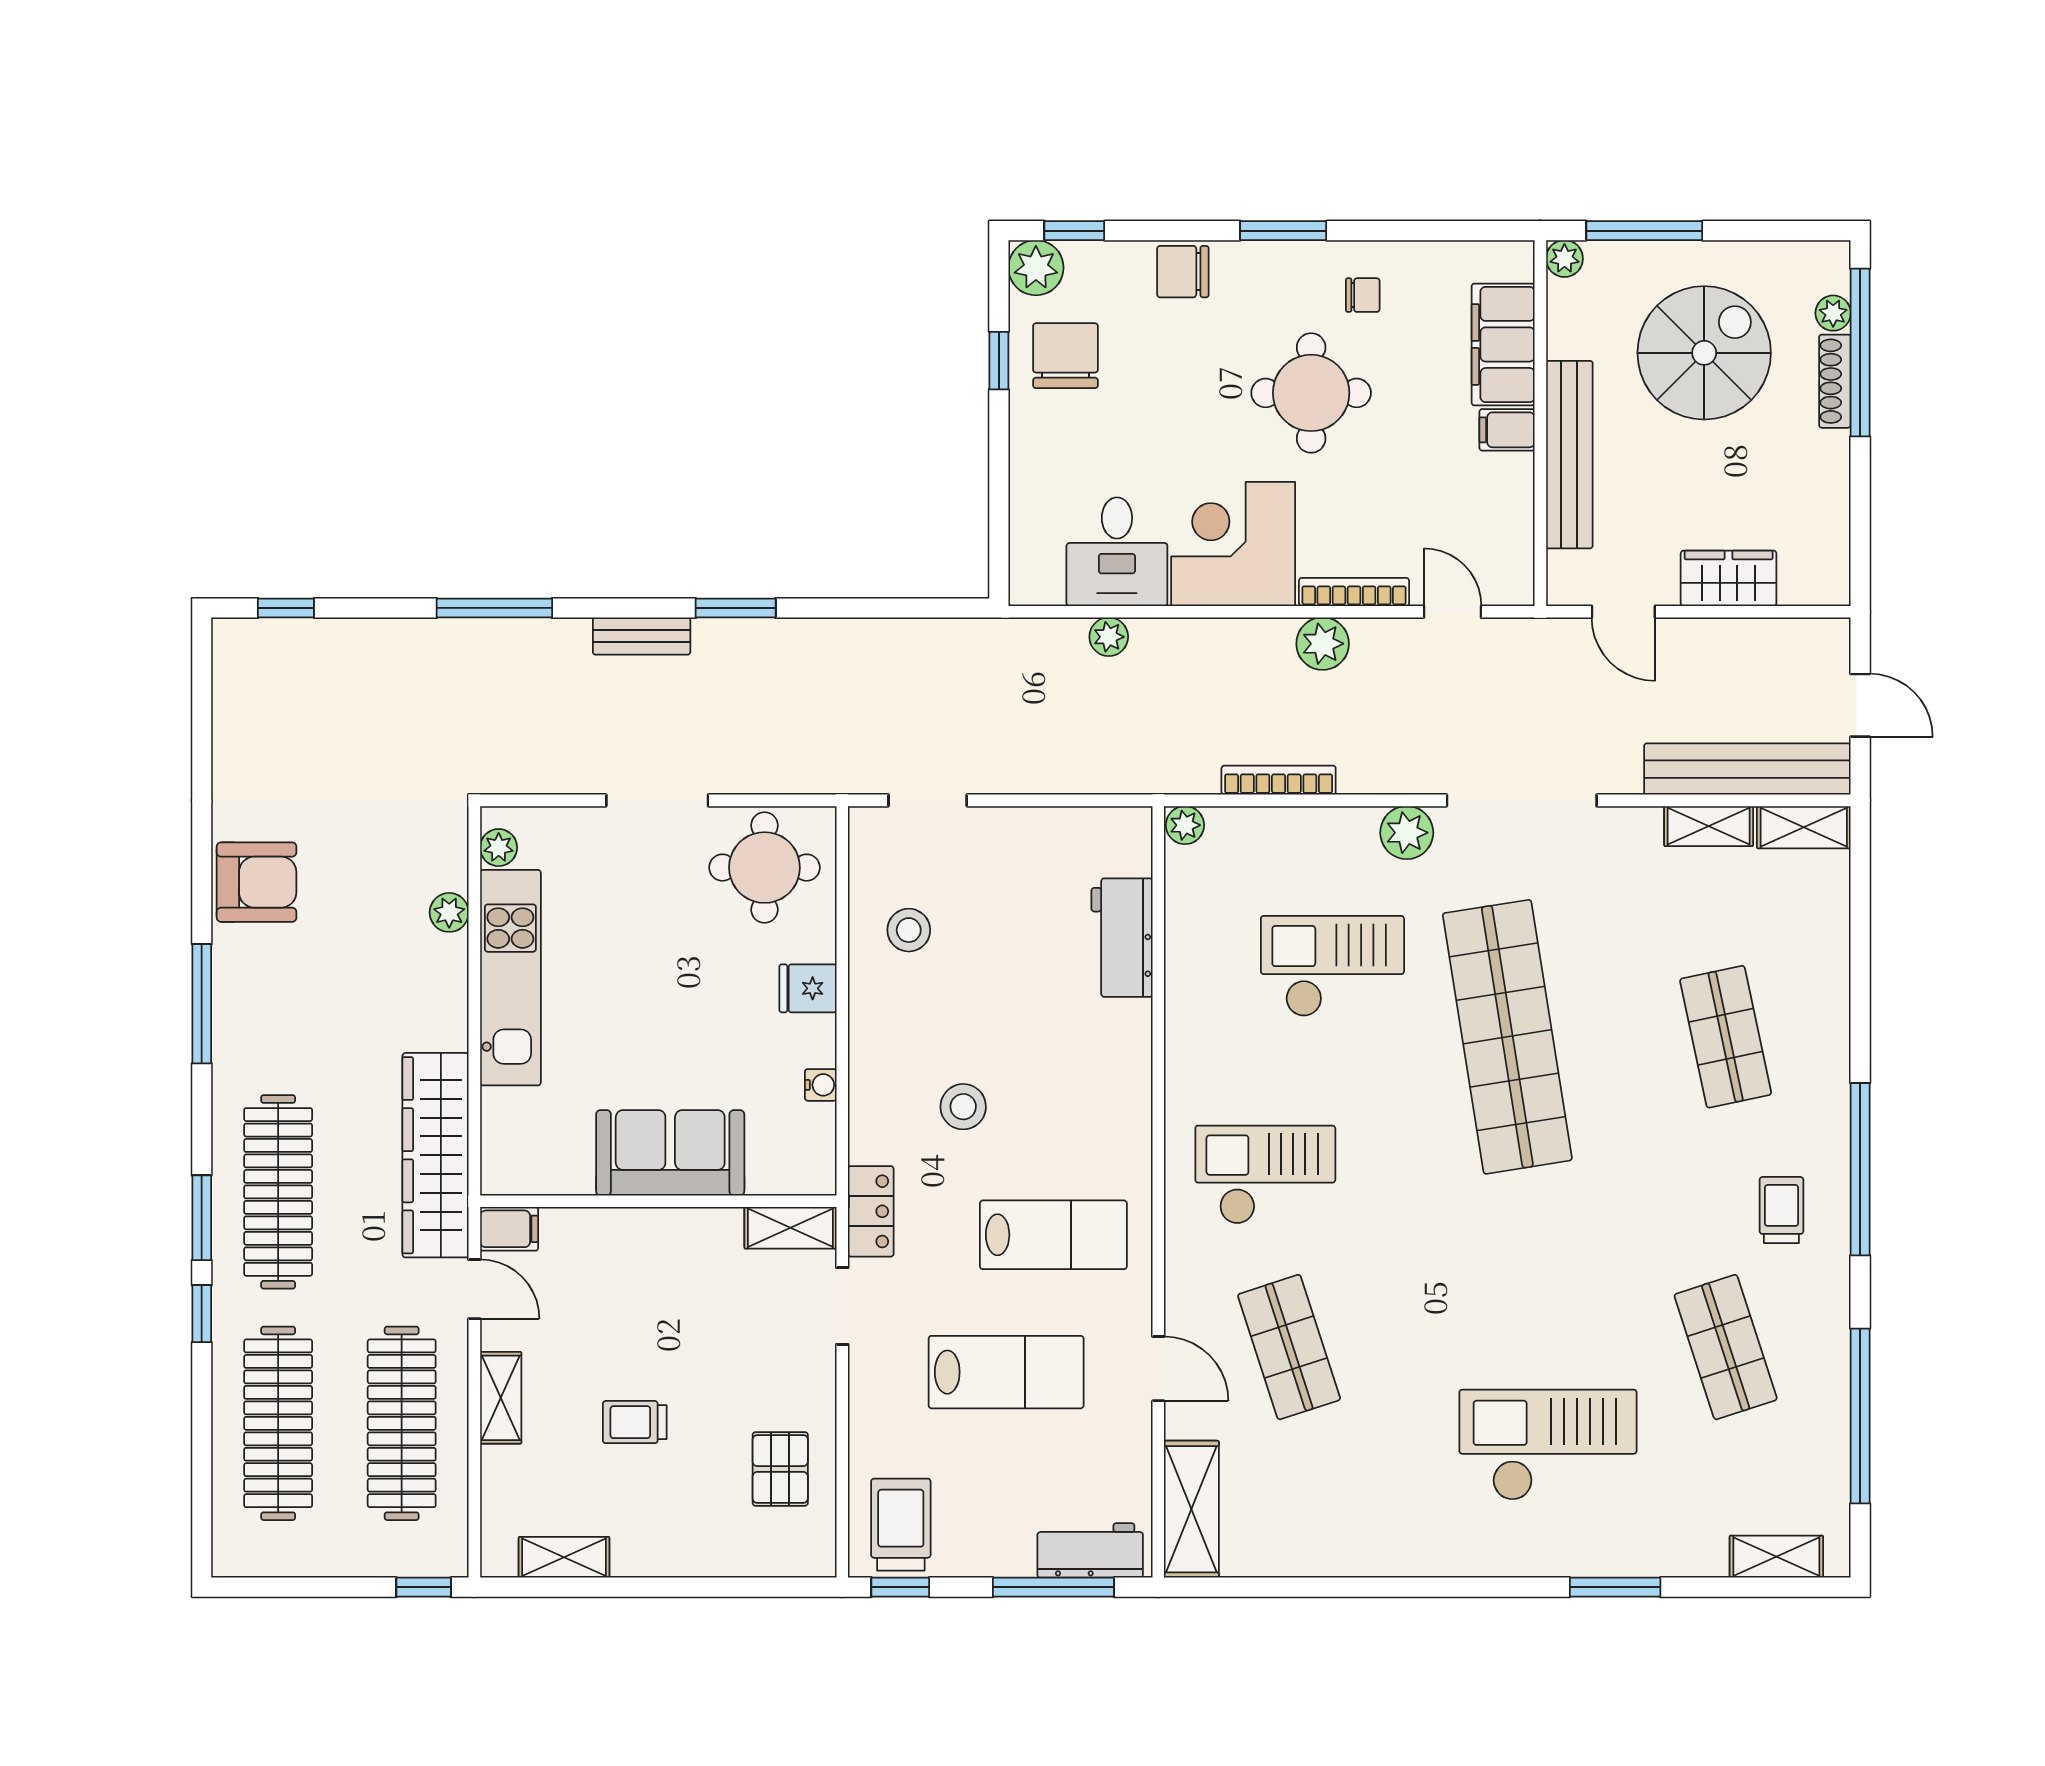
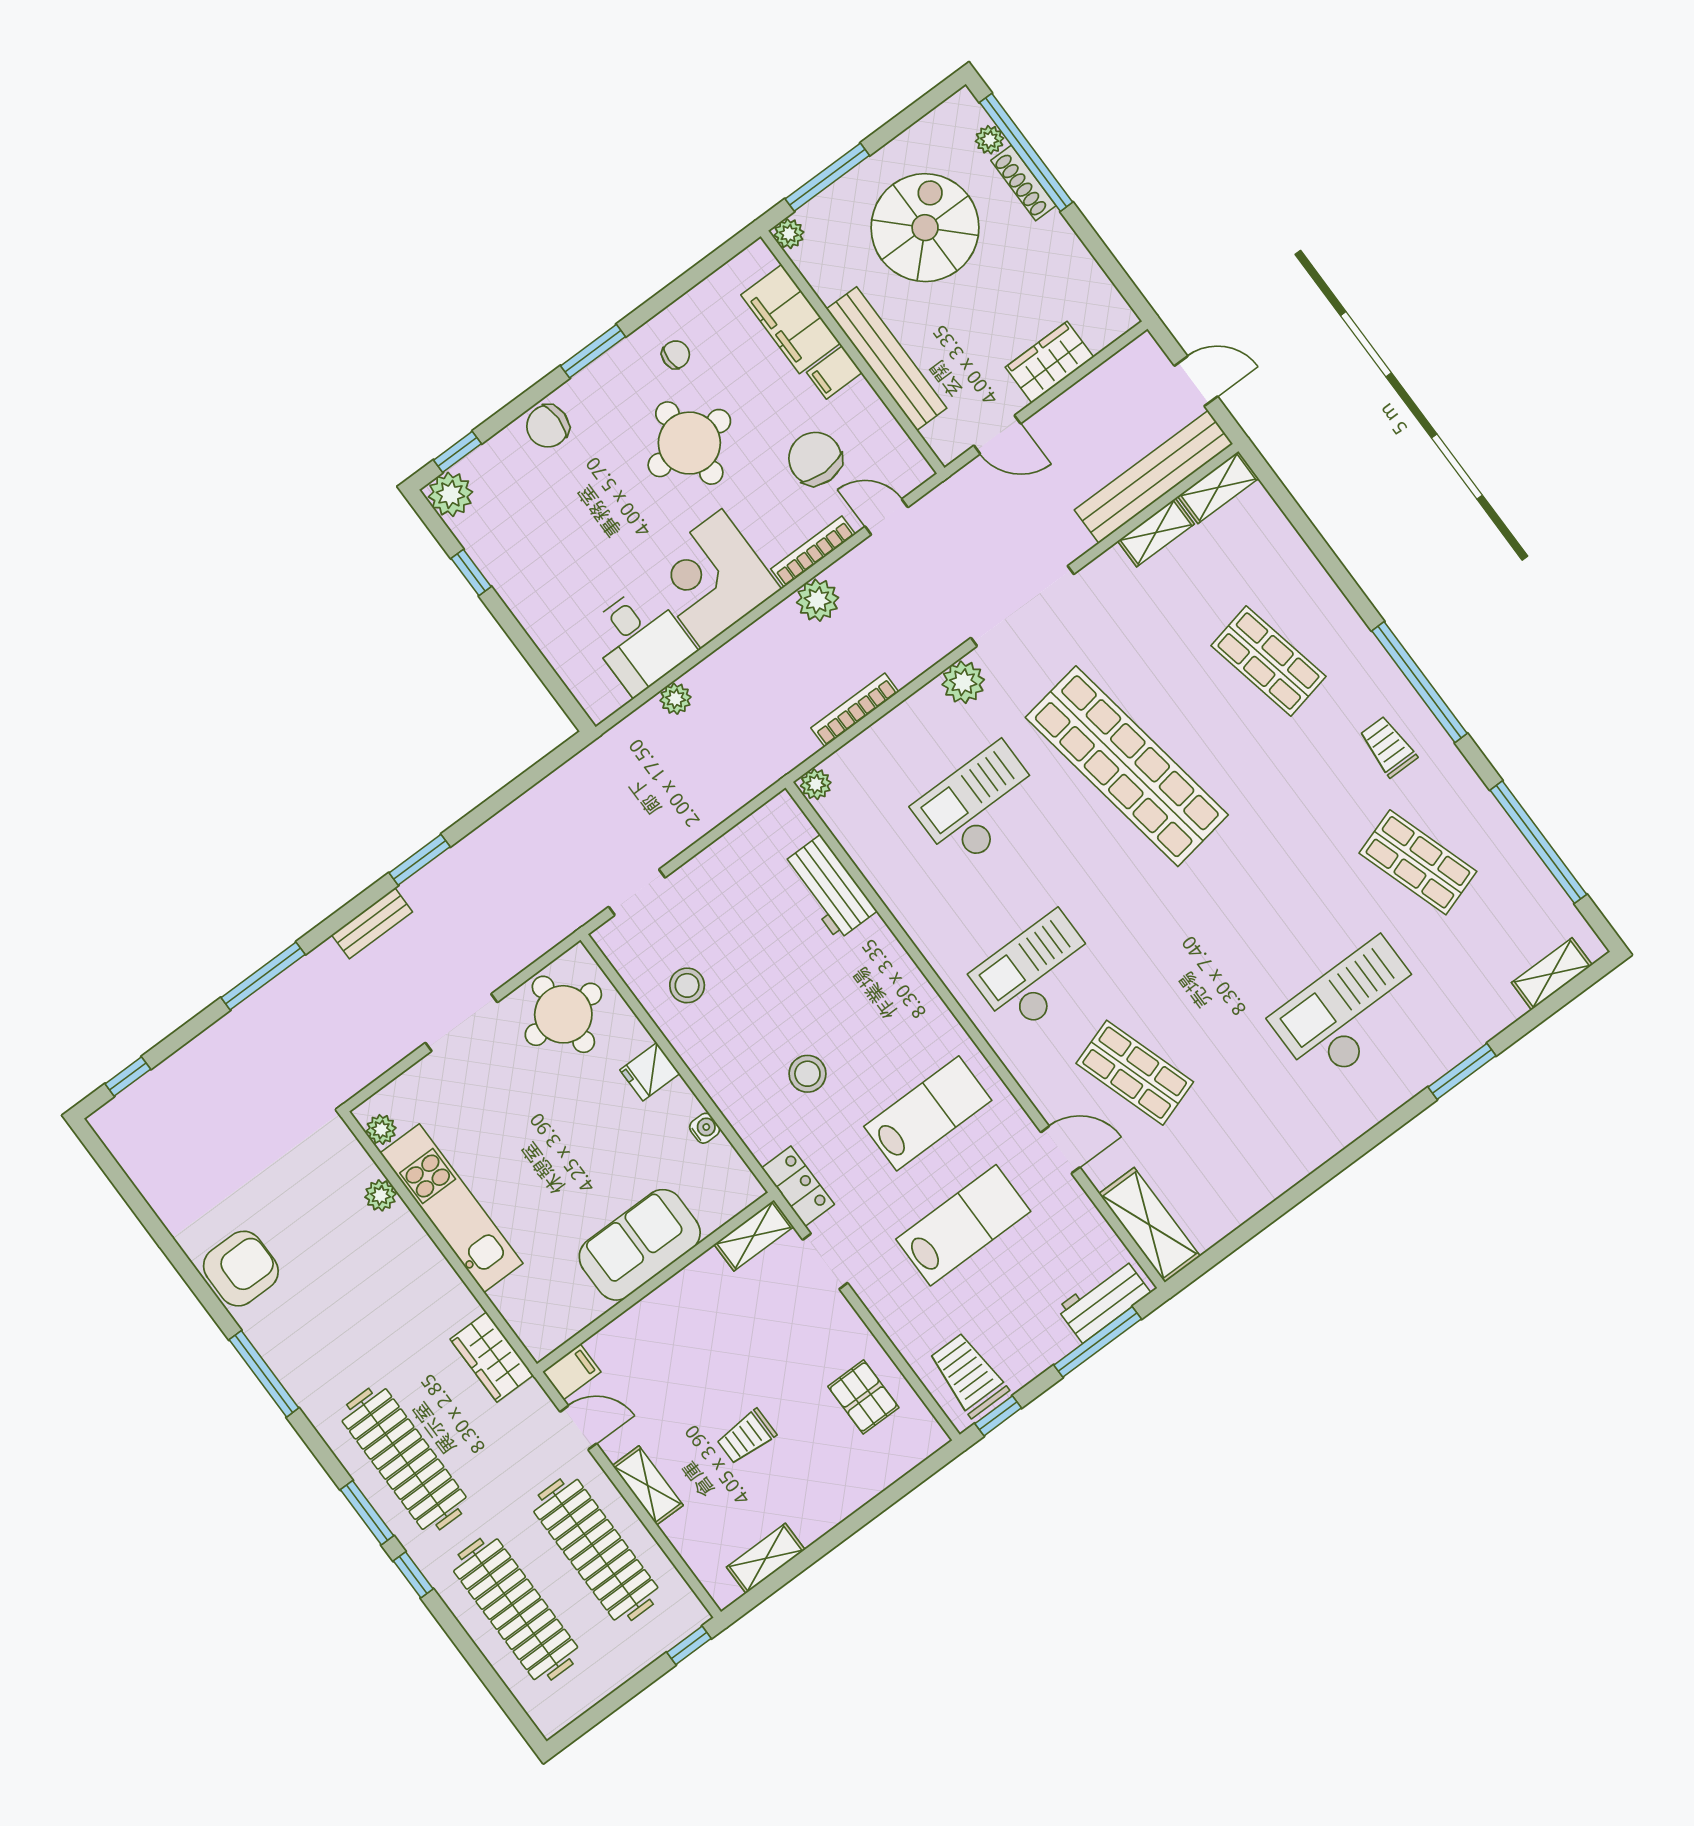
chair: (1065, 356) -> (815, 459), moved
wardrobe: (436, 1155) -> (492, 1357), width x0.48, depth x0.85

